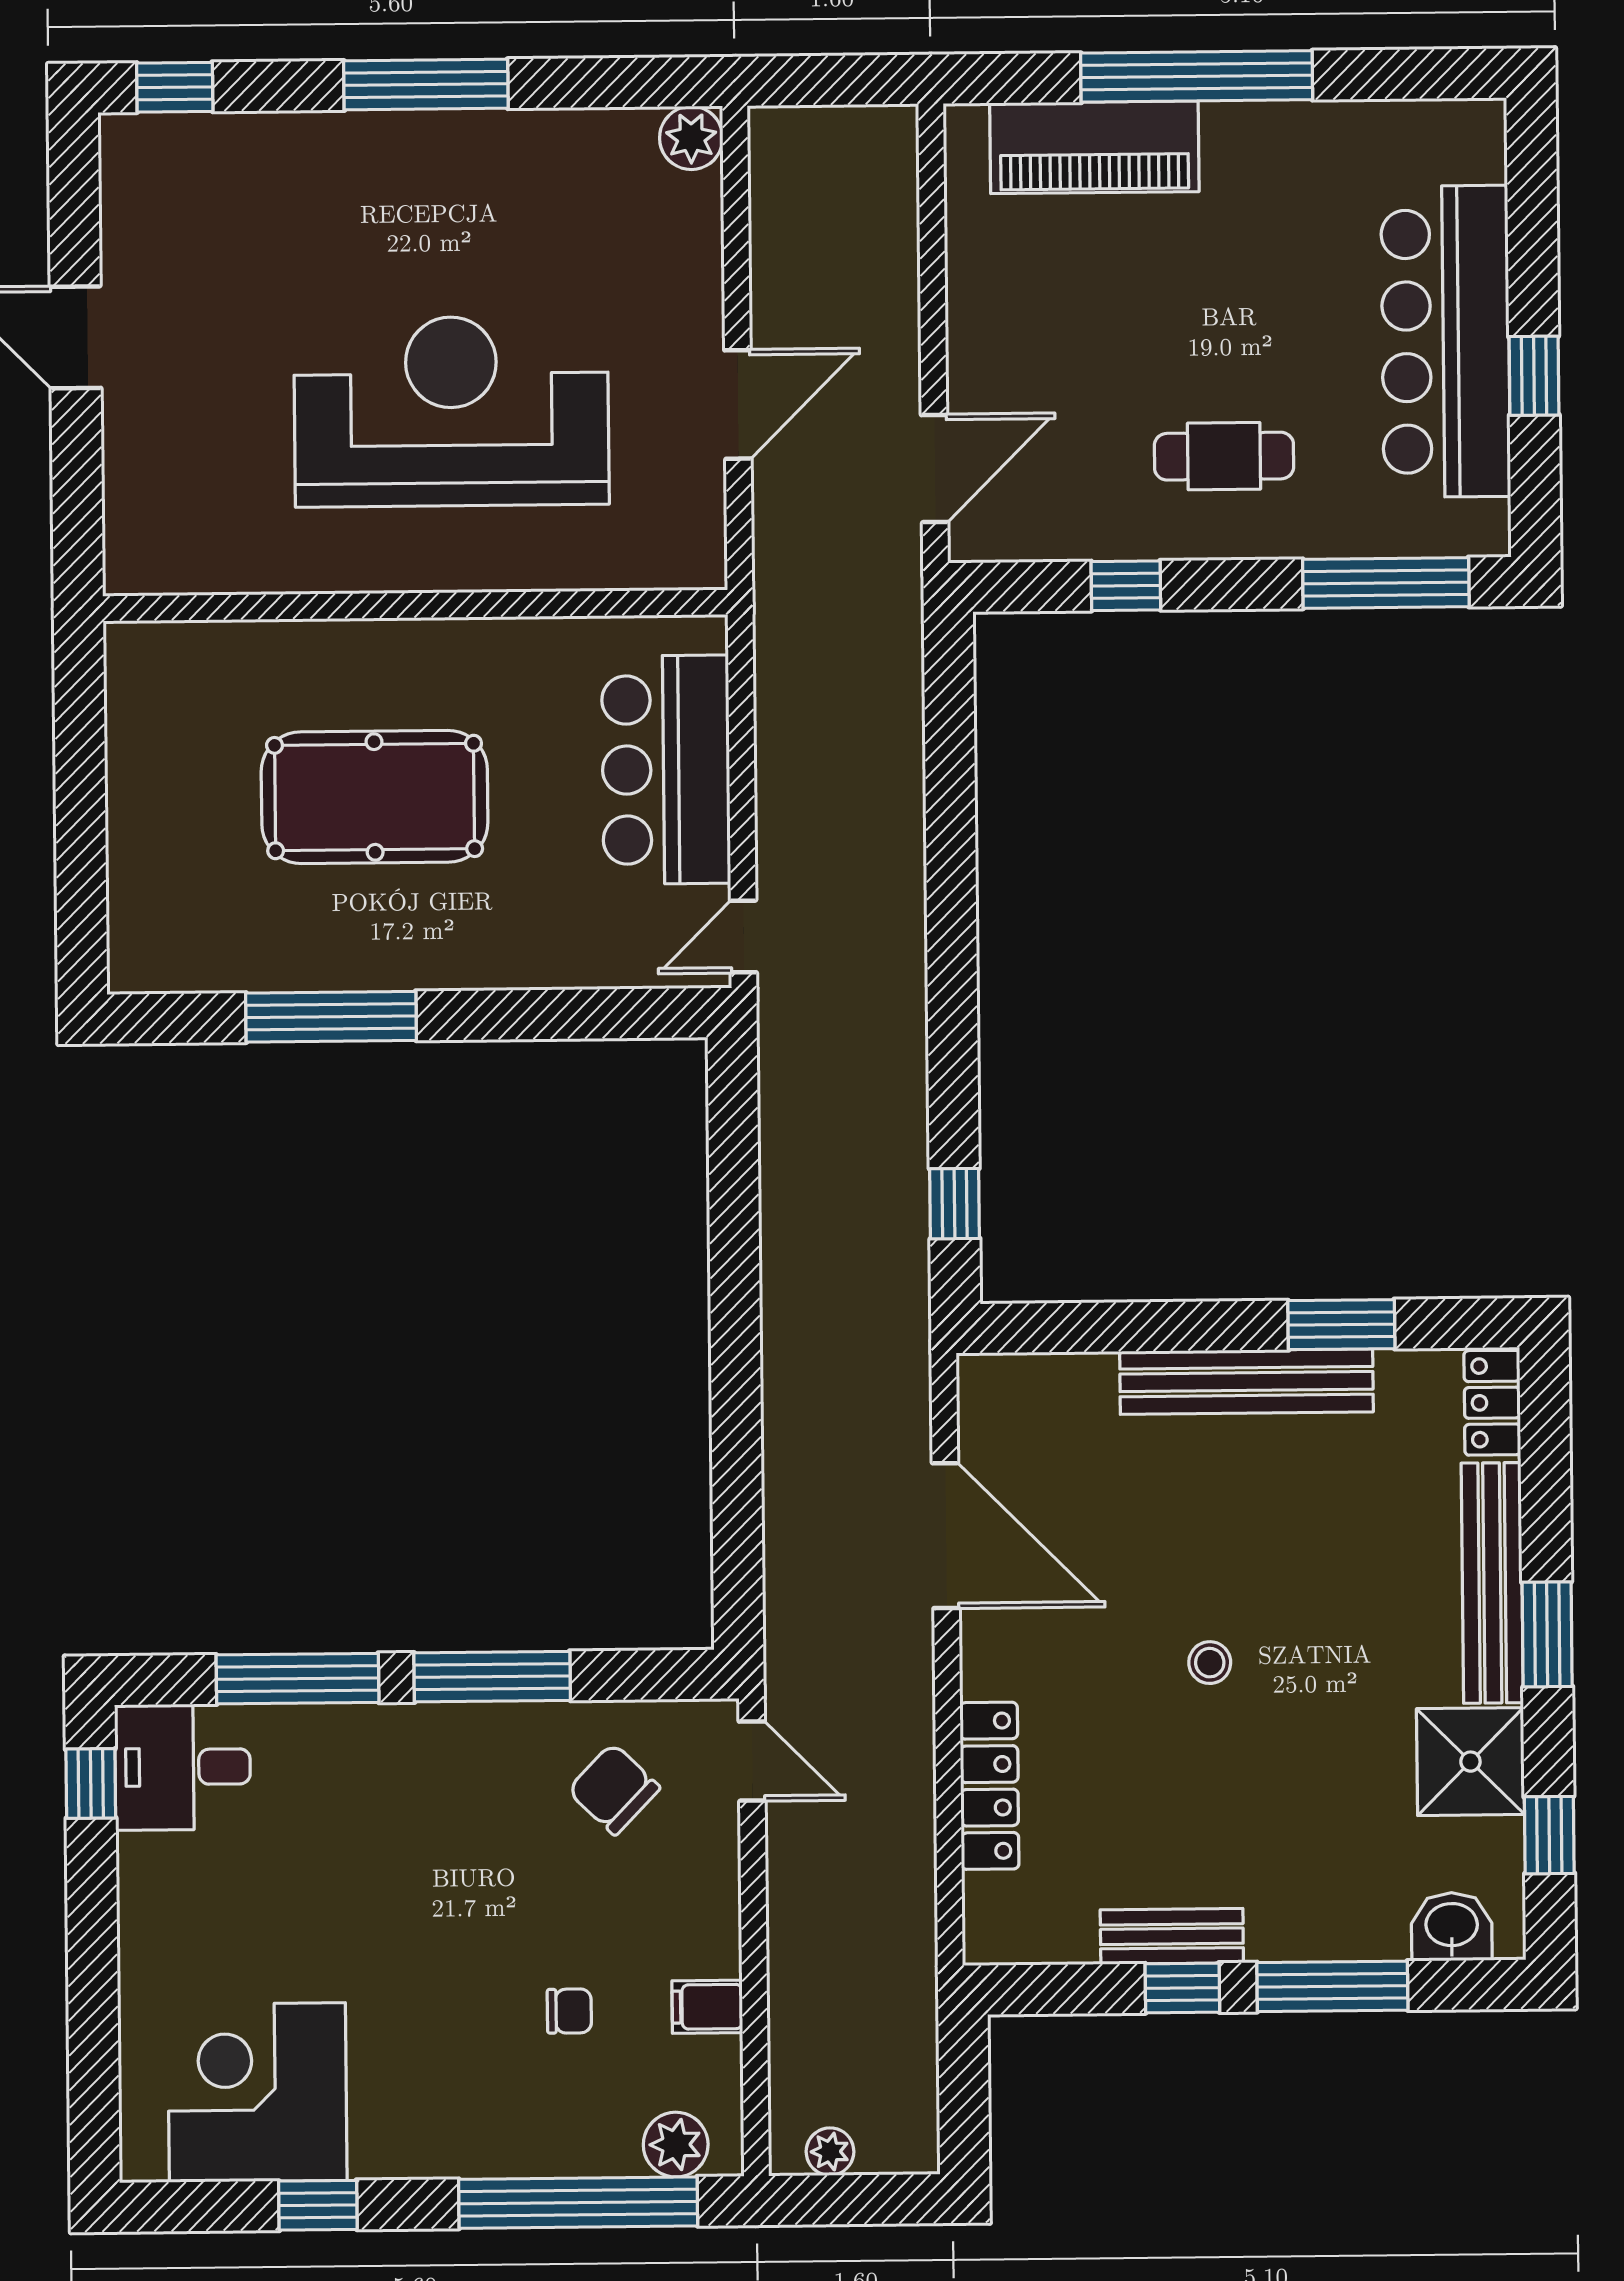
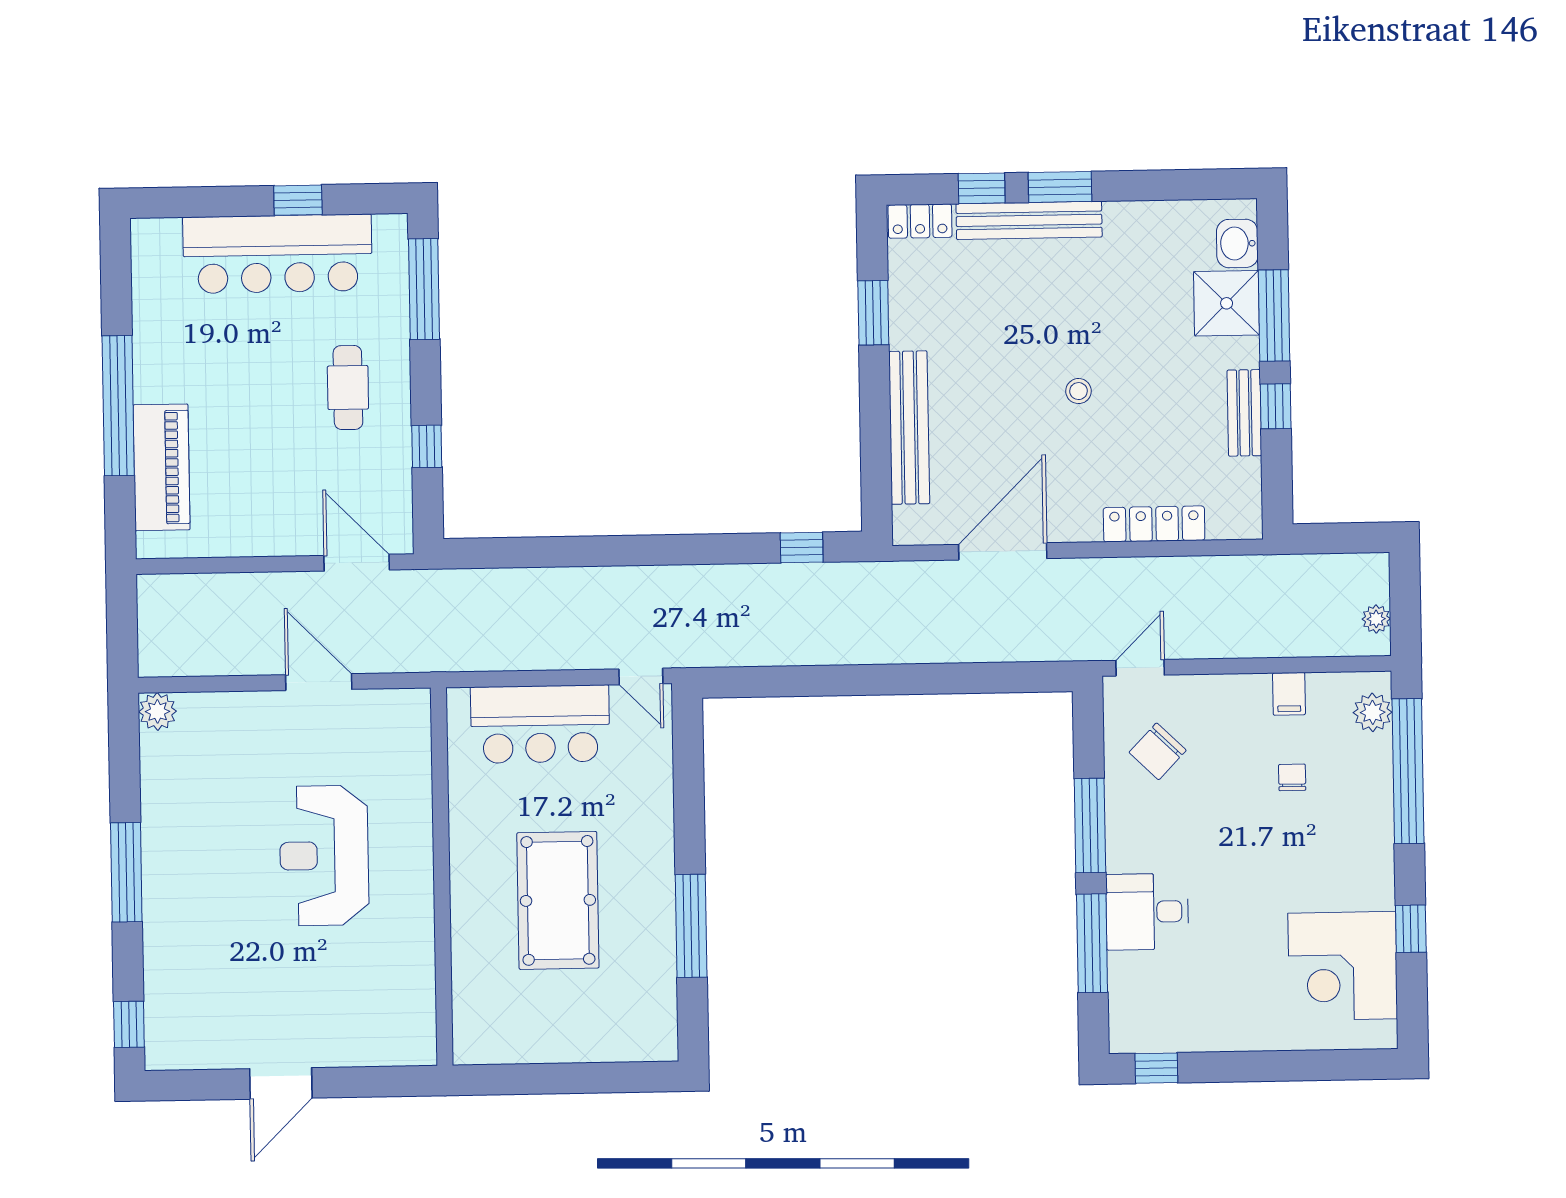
reception desk: (451, 411) -> (324, 856), width x0.74, depth x0.77
bench: (1246, 1382) -> (909, 428), moved
shower: (1470, 1762) -> (1227, 303), moved
desk: (183, 1767) -> (1147, 912), moved, turned 90
window: (1549, 1835) -> (982, 188), moved

